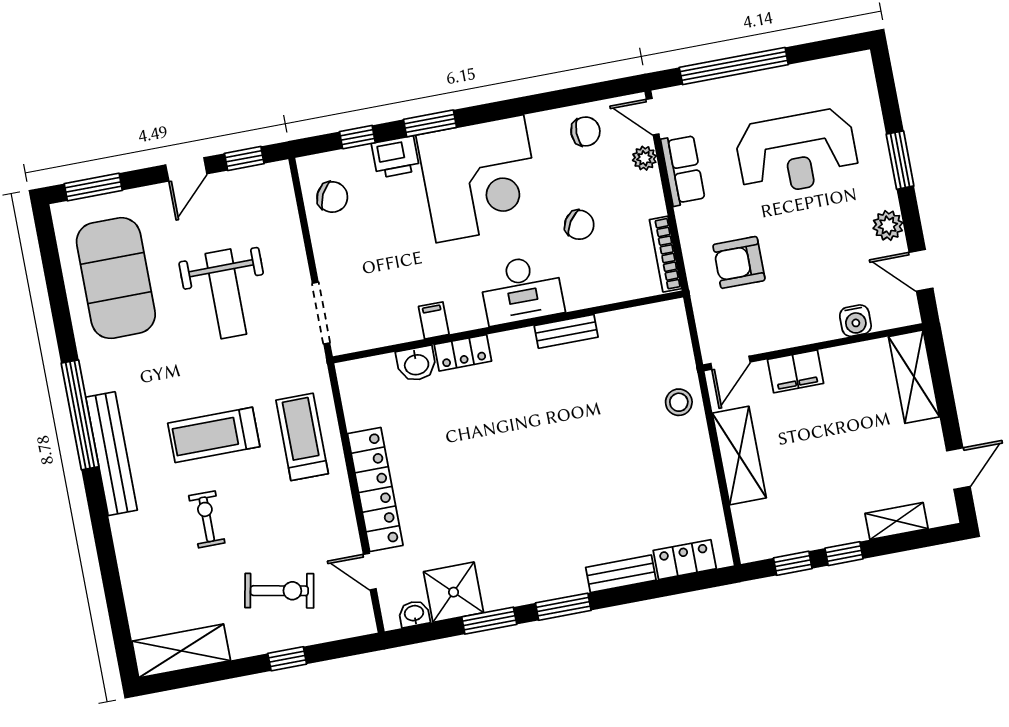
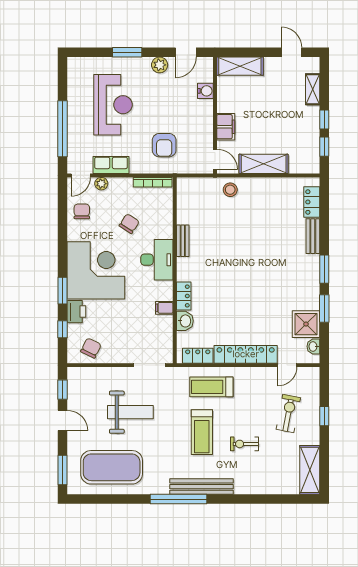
locker: (356, 400) -> (198, 356), added

